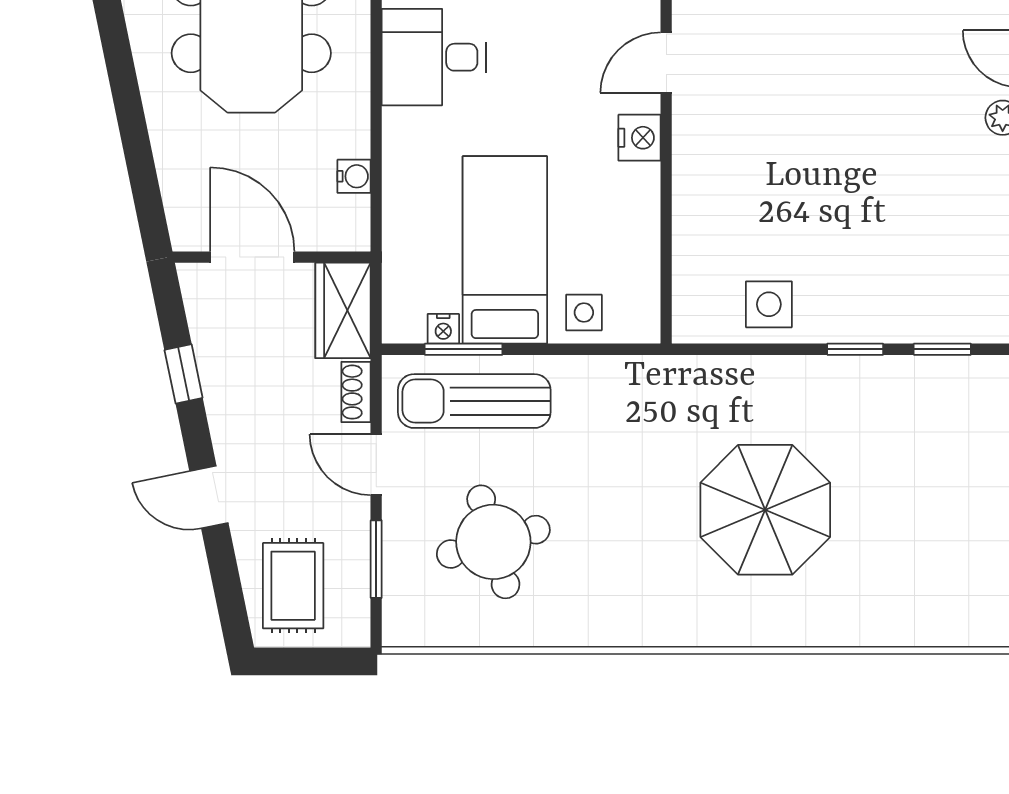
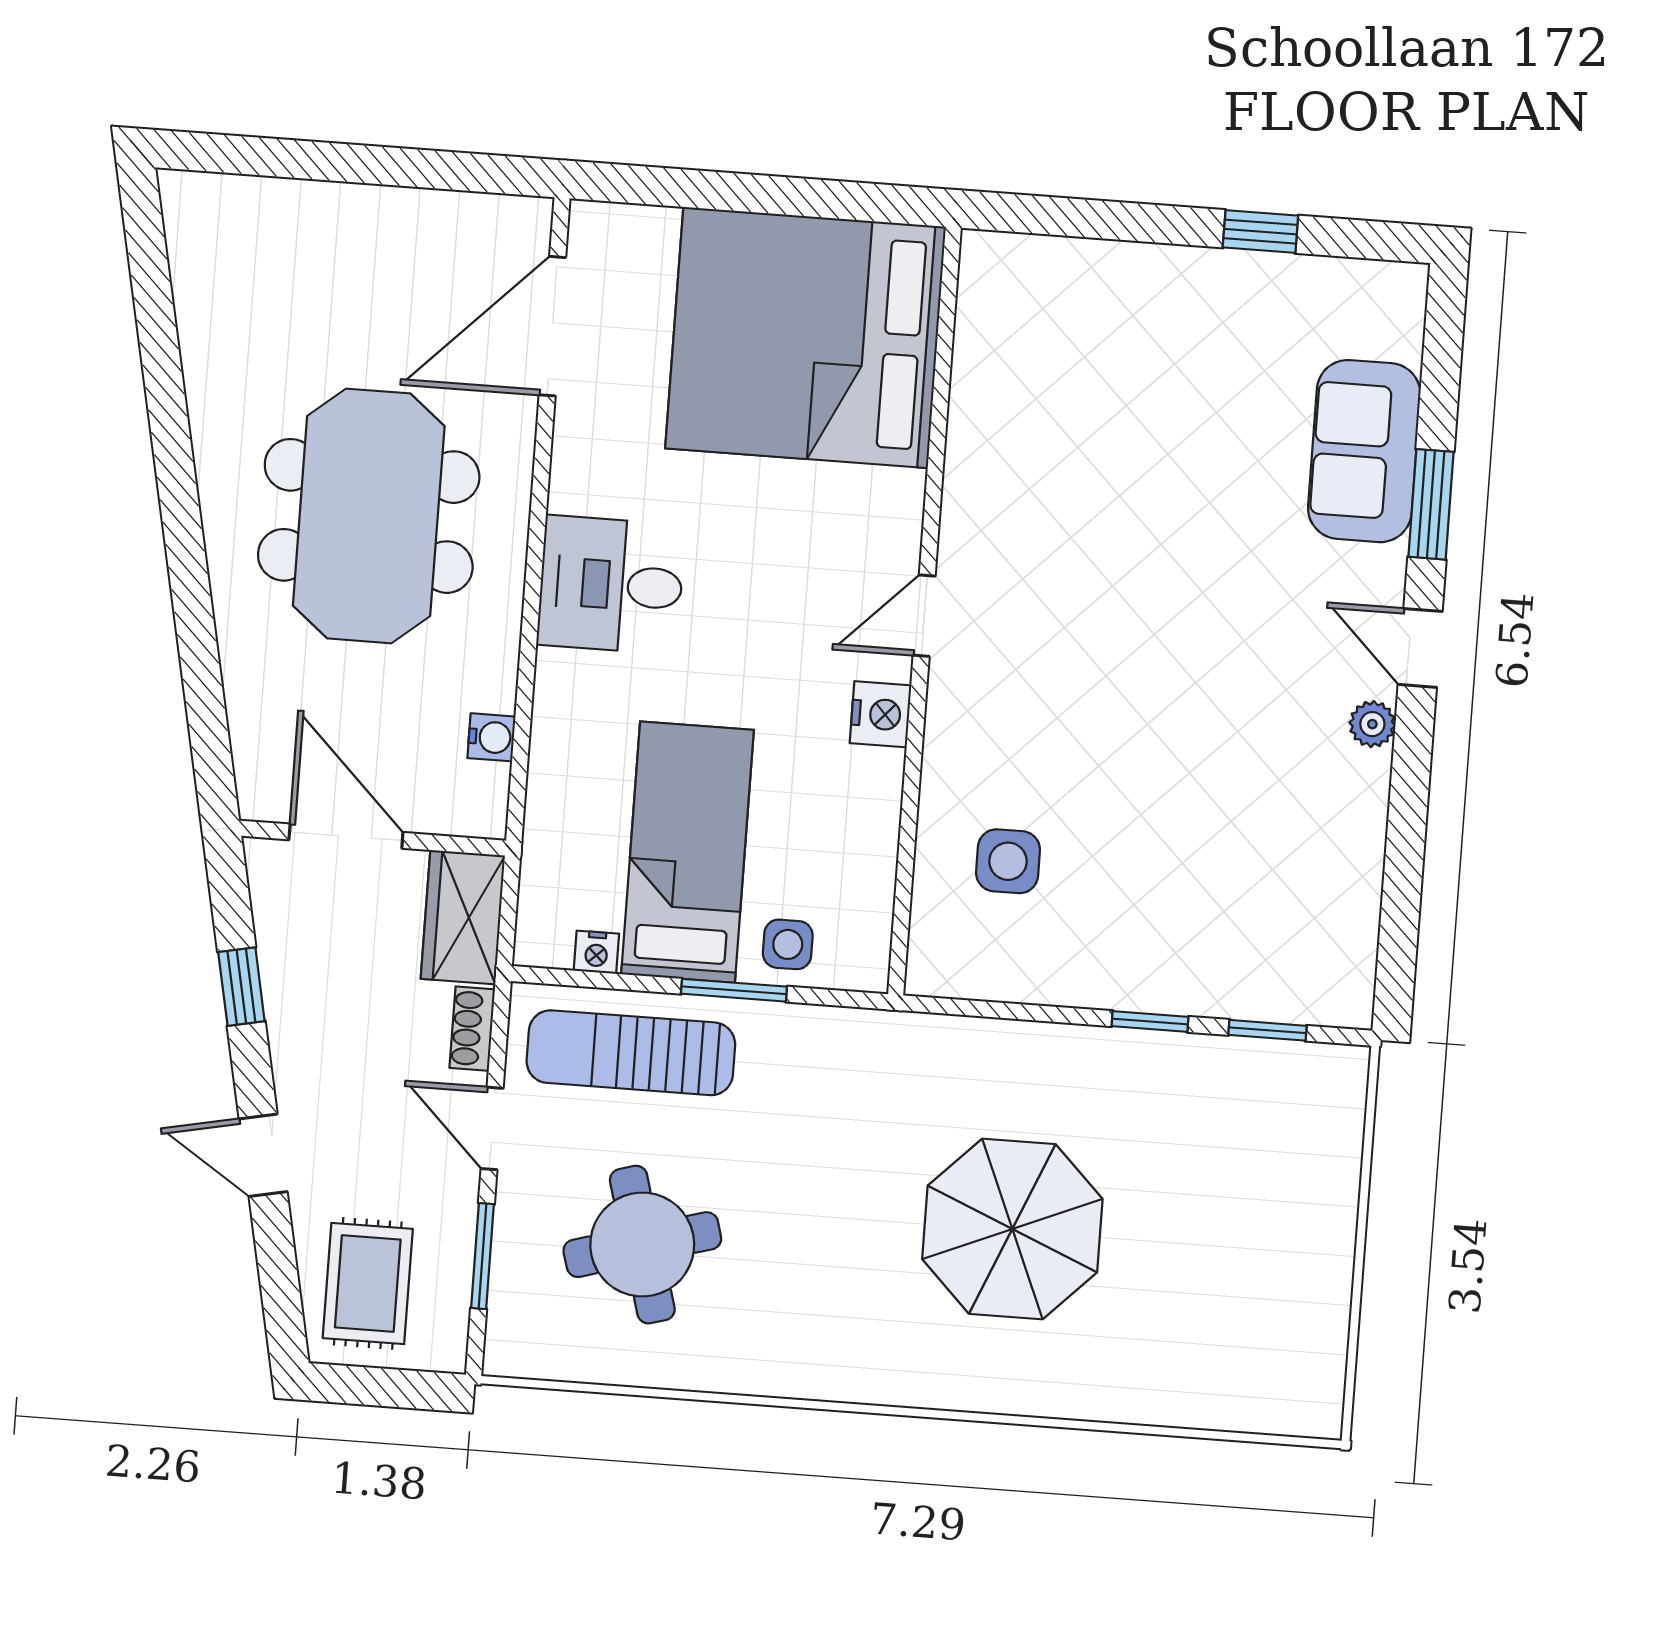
side table: (769, 304) -> (1008, 861), moved
window: (464, 349) -> (734, 990), moved

